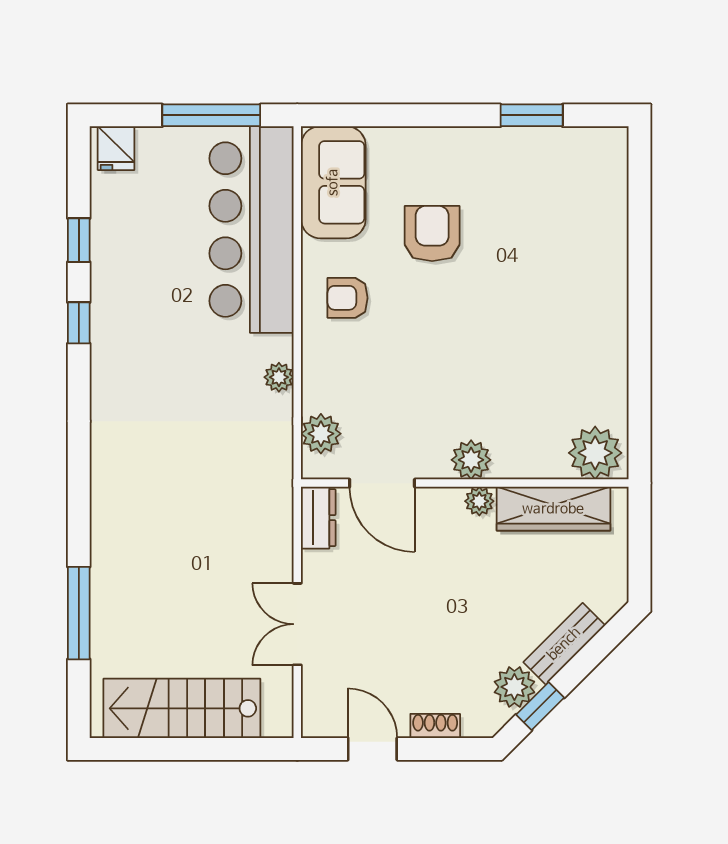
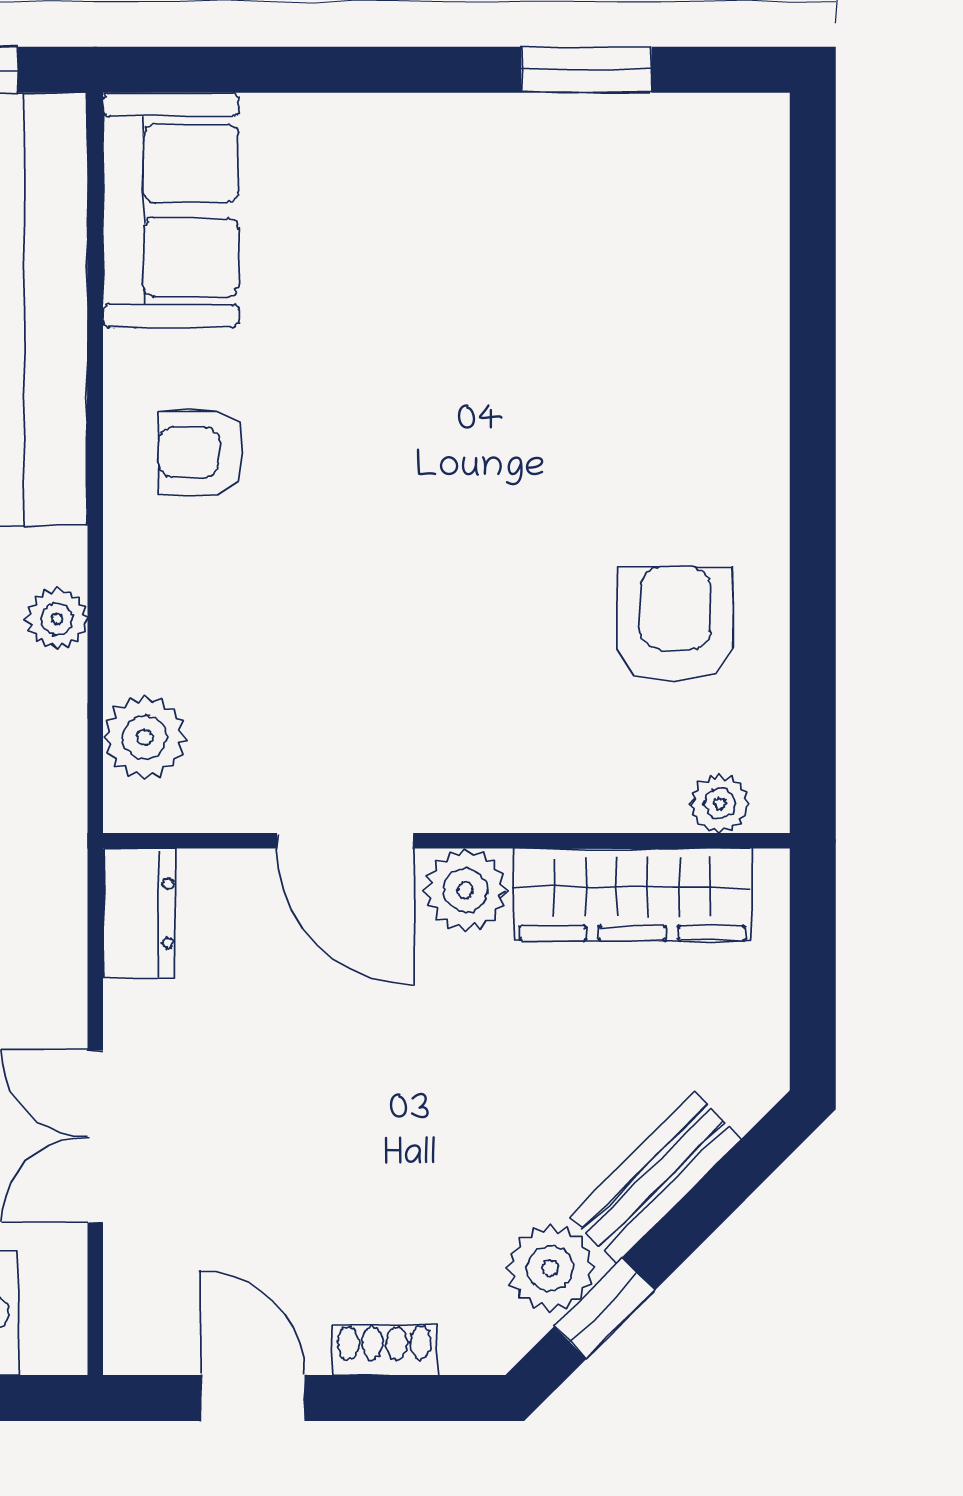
armchair: (432, 234) -> (675, 625), moved
plant: (595, 453) -> (720, 803), width x0.53, depth x0.53
plant: (471, 460) -> (460, 792), removed
door: (382, 483) -> (345, 841), moved
plant: (479, 501) -> (466, 890), width x1.38, depth x1.38

